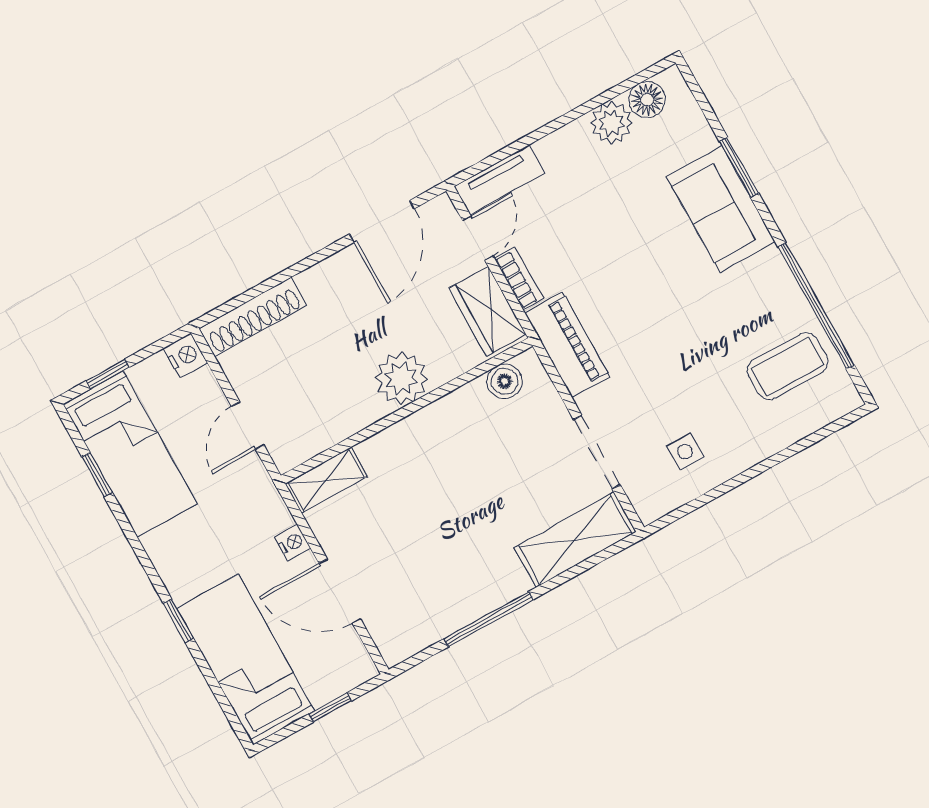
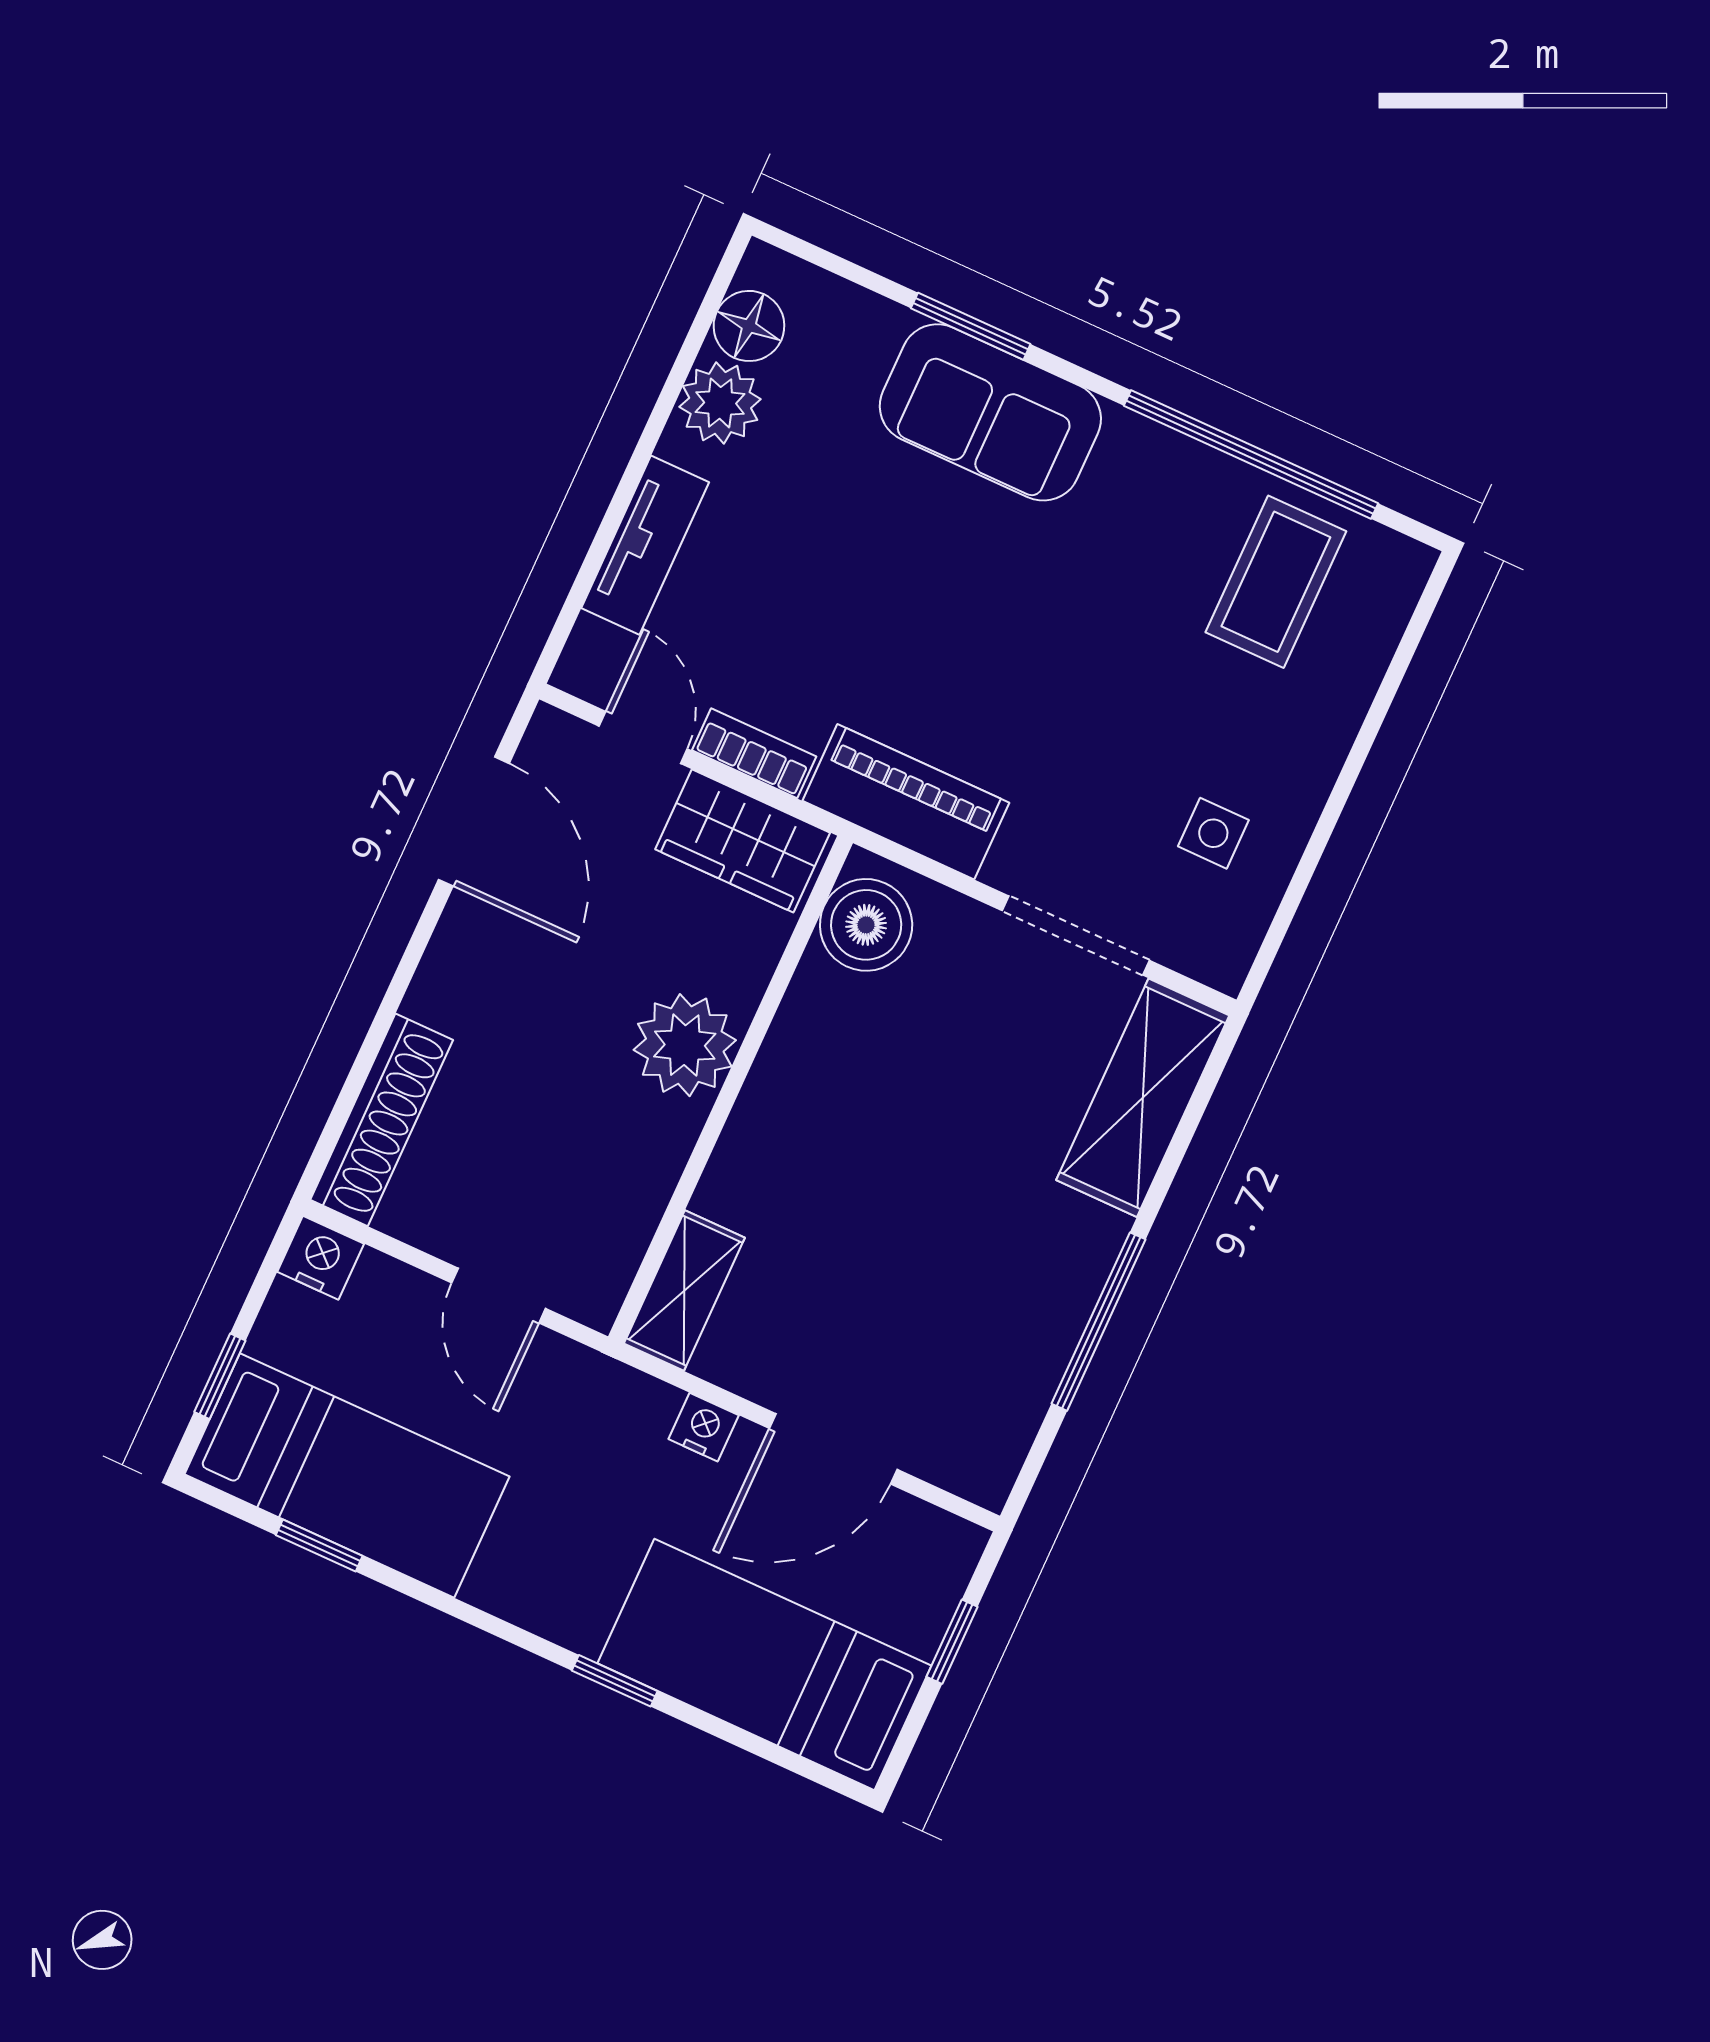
tv unit: (500, 180) -> (645, 545), moved
boiler: (505, 381) -> (866, 925), width x1.36, depth x1.36

